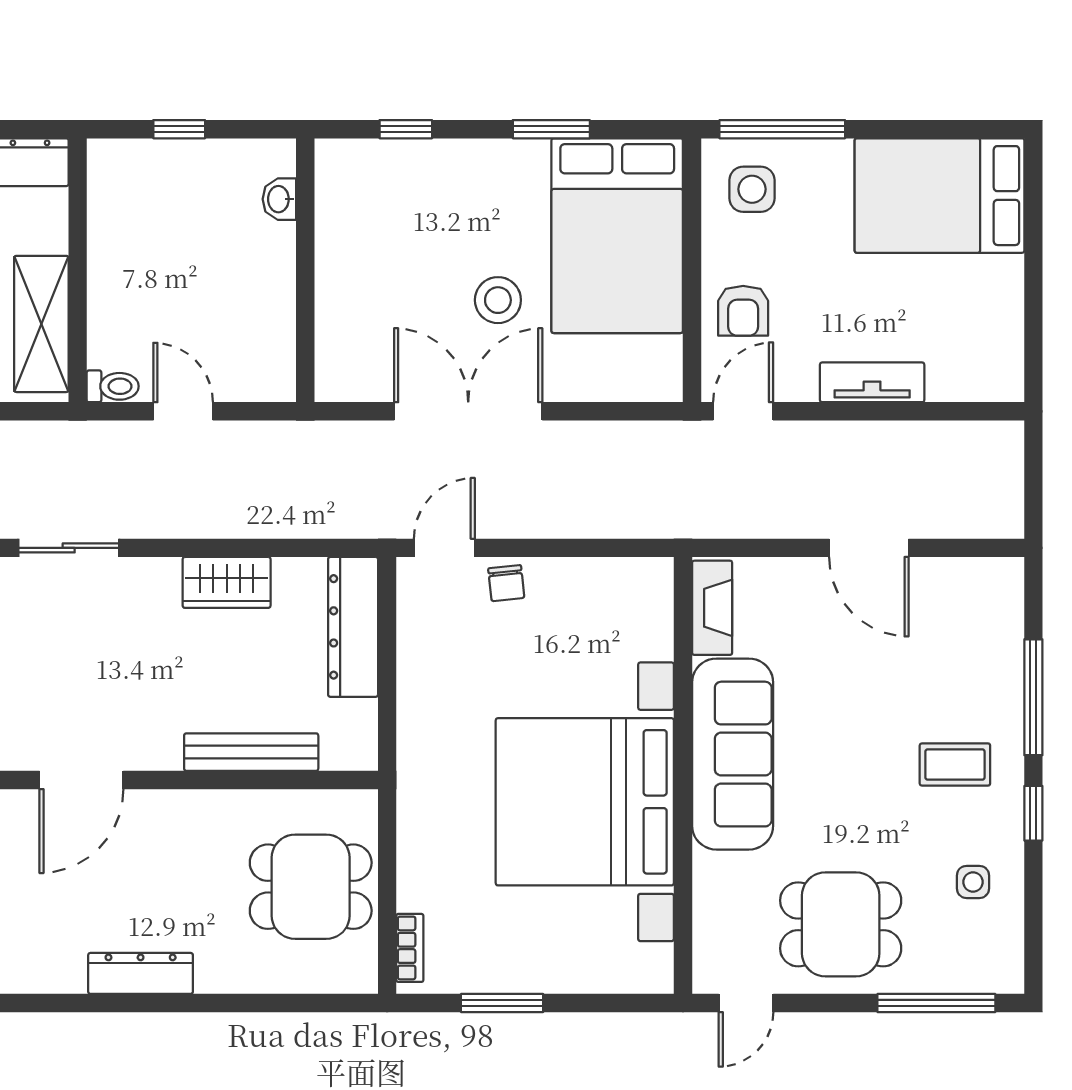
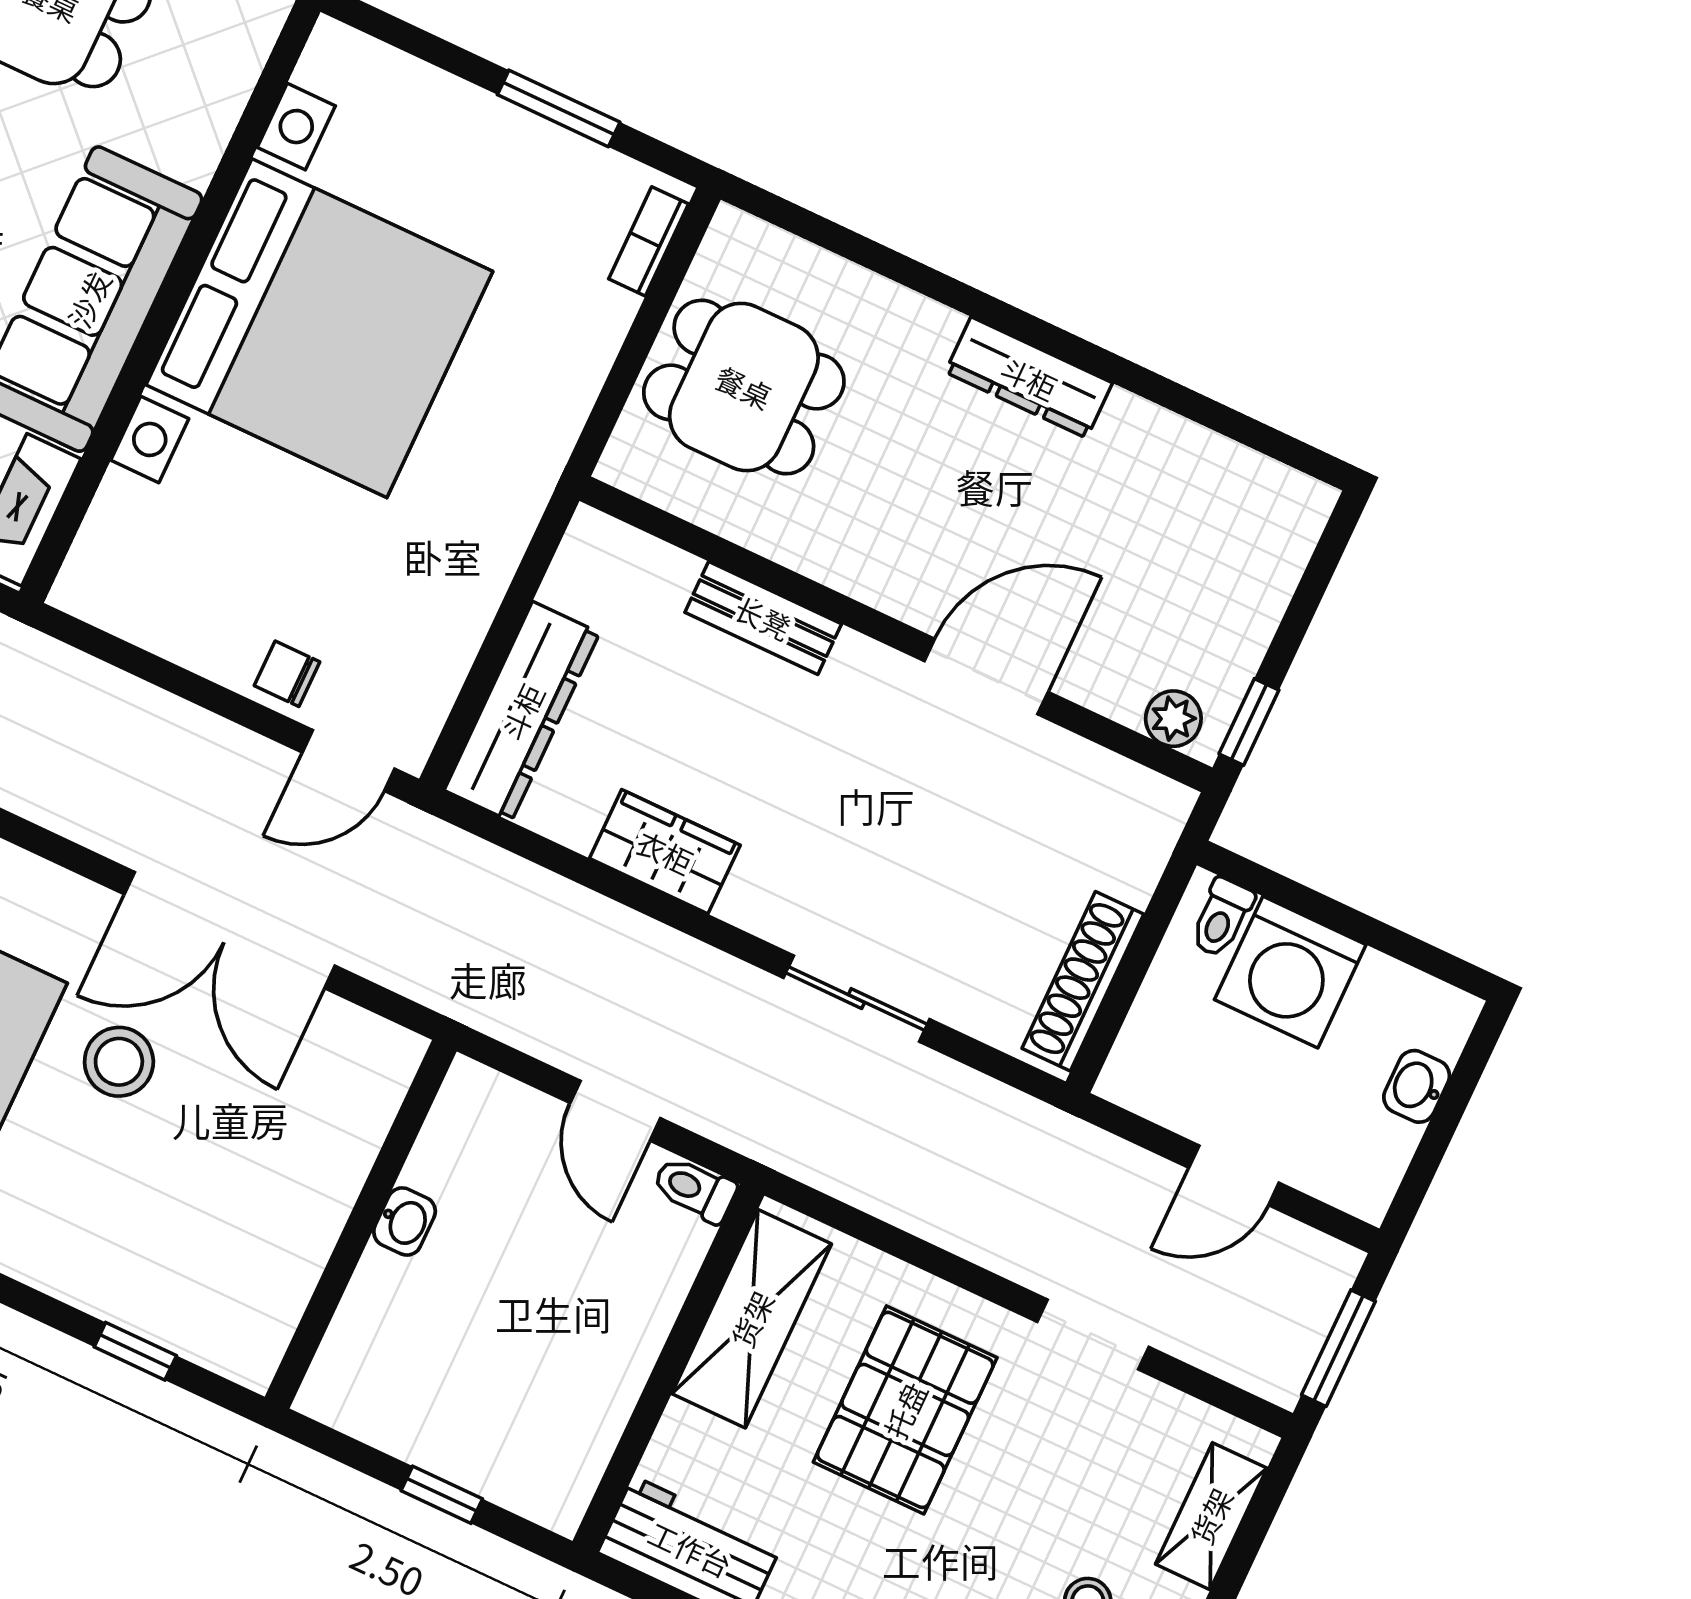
washbasin: (279, 199) -> (405, 1221), moved
chair: (506, 583) -> (287, 674), turned -84
bench: (251, 752) -> (763, 618), width x0.73

